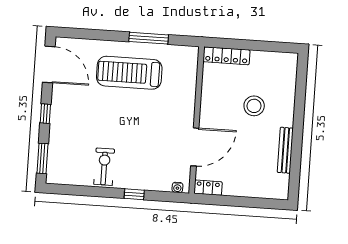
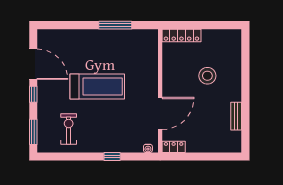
door: (49, 64) -> (33, 64), moved
treadmill: (129, 73) -> (97, 87), moved, turned 180
bench: (285, 150) -> (236, 116), width x0.73
exercise bike: (104, 167) -> (69, 129), moved

